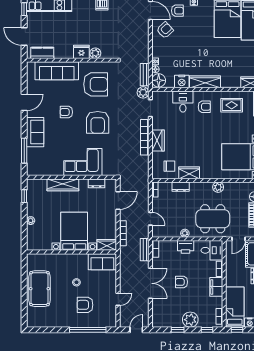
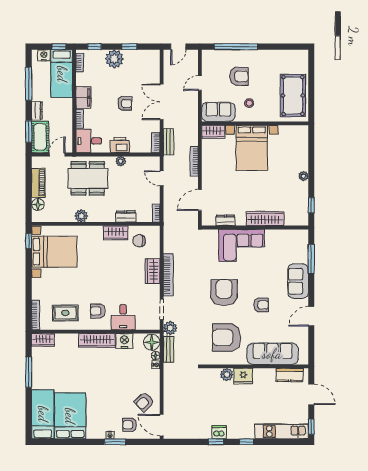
bed with nightstands: (74, 231) -> (252, 148), moved
wardrobe: (107, 245) -> (213, 132), moved
wall: (72, 252) -> (255, 123), moved
sofa: (102, 262) -> (218, 112), moved

